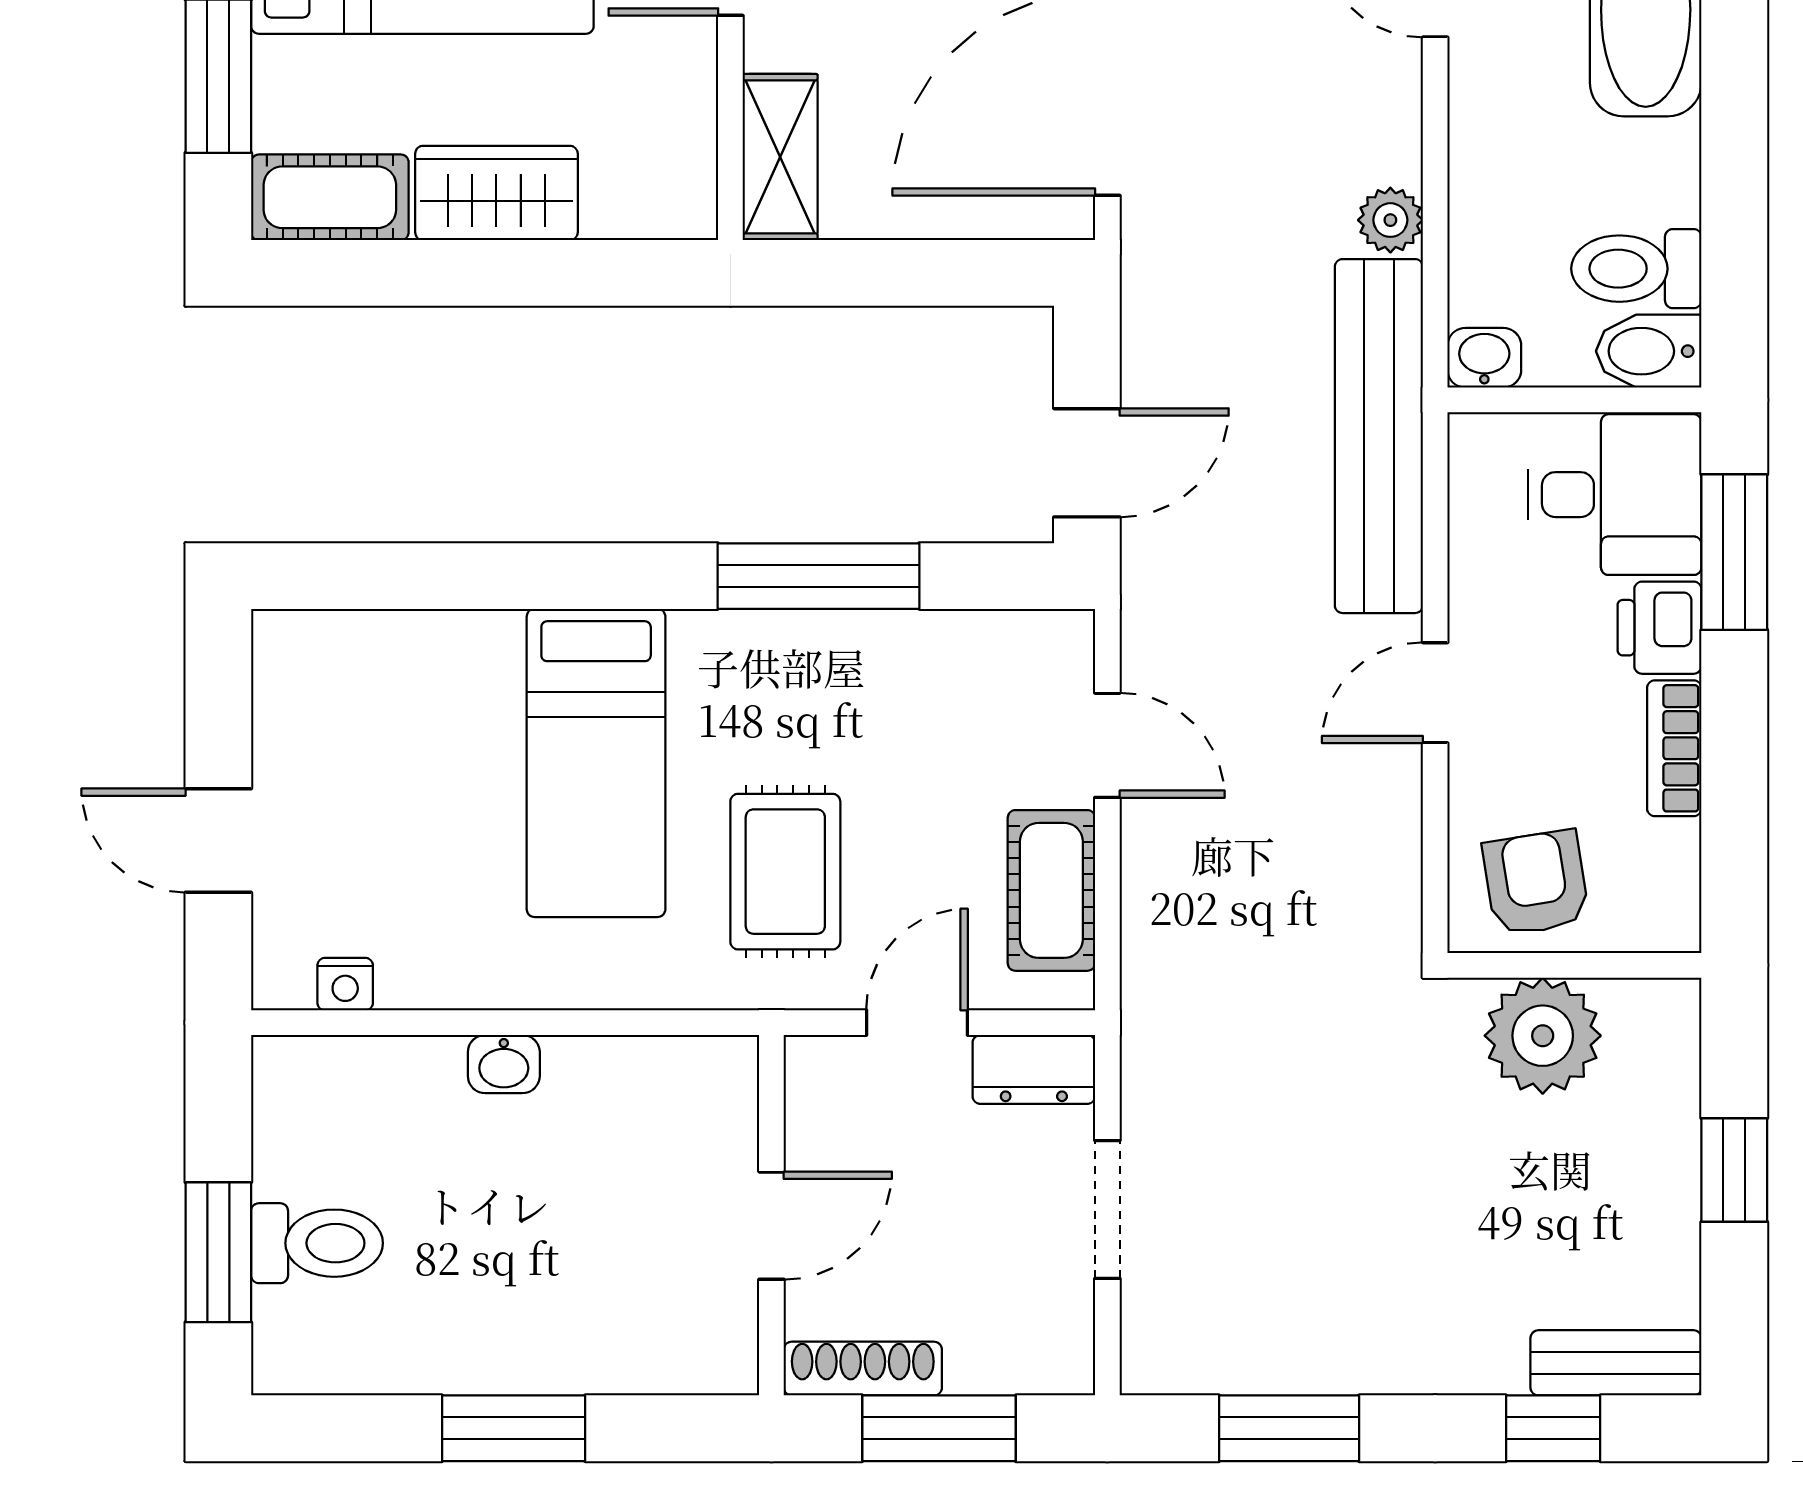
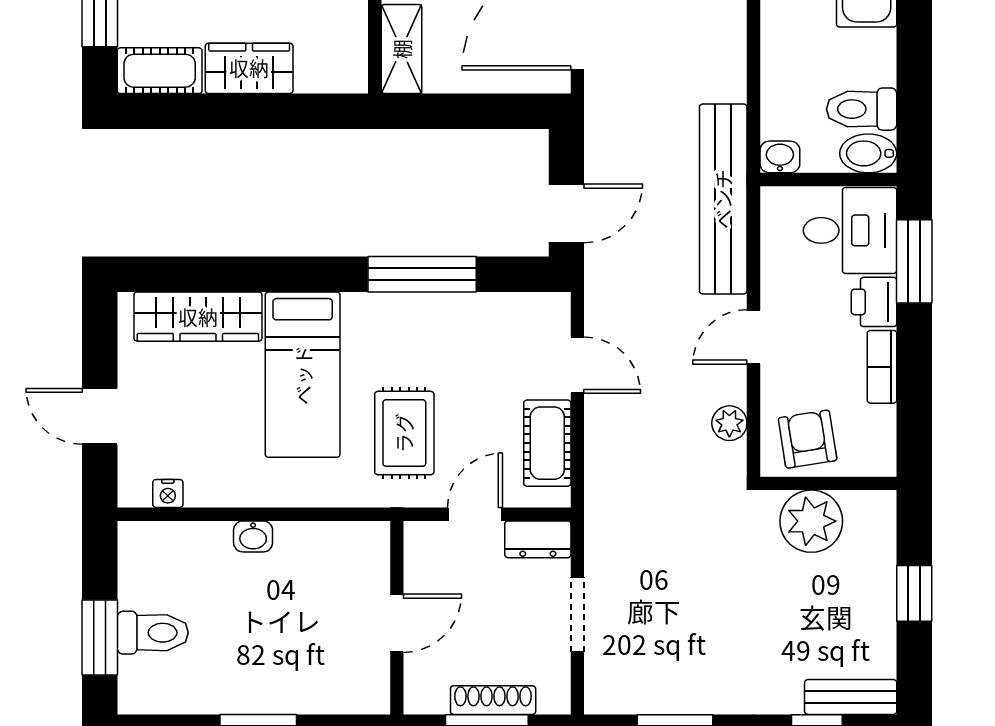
plant: (1390, 220) -> (729, 423), moved
wardrobe: (401, 655) -> (198, 317), added
shoe rack: (863, 1369) -> (493, 700), moved

